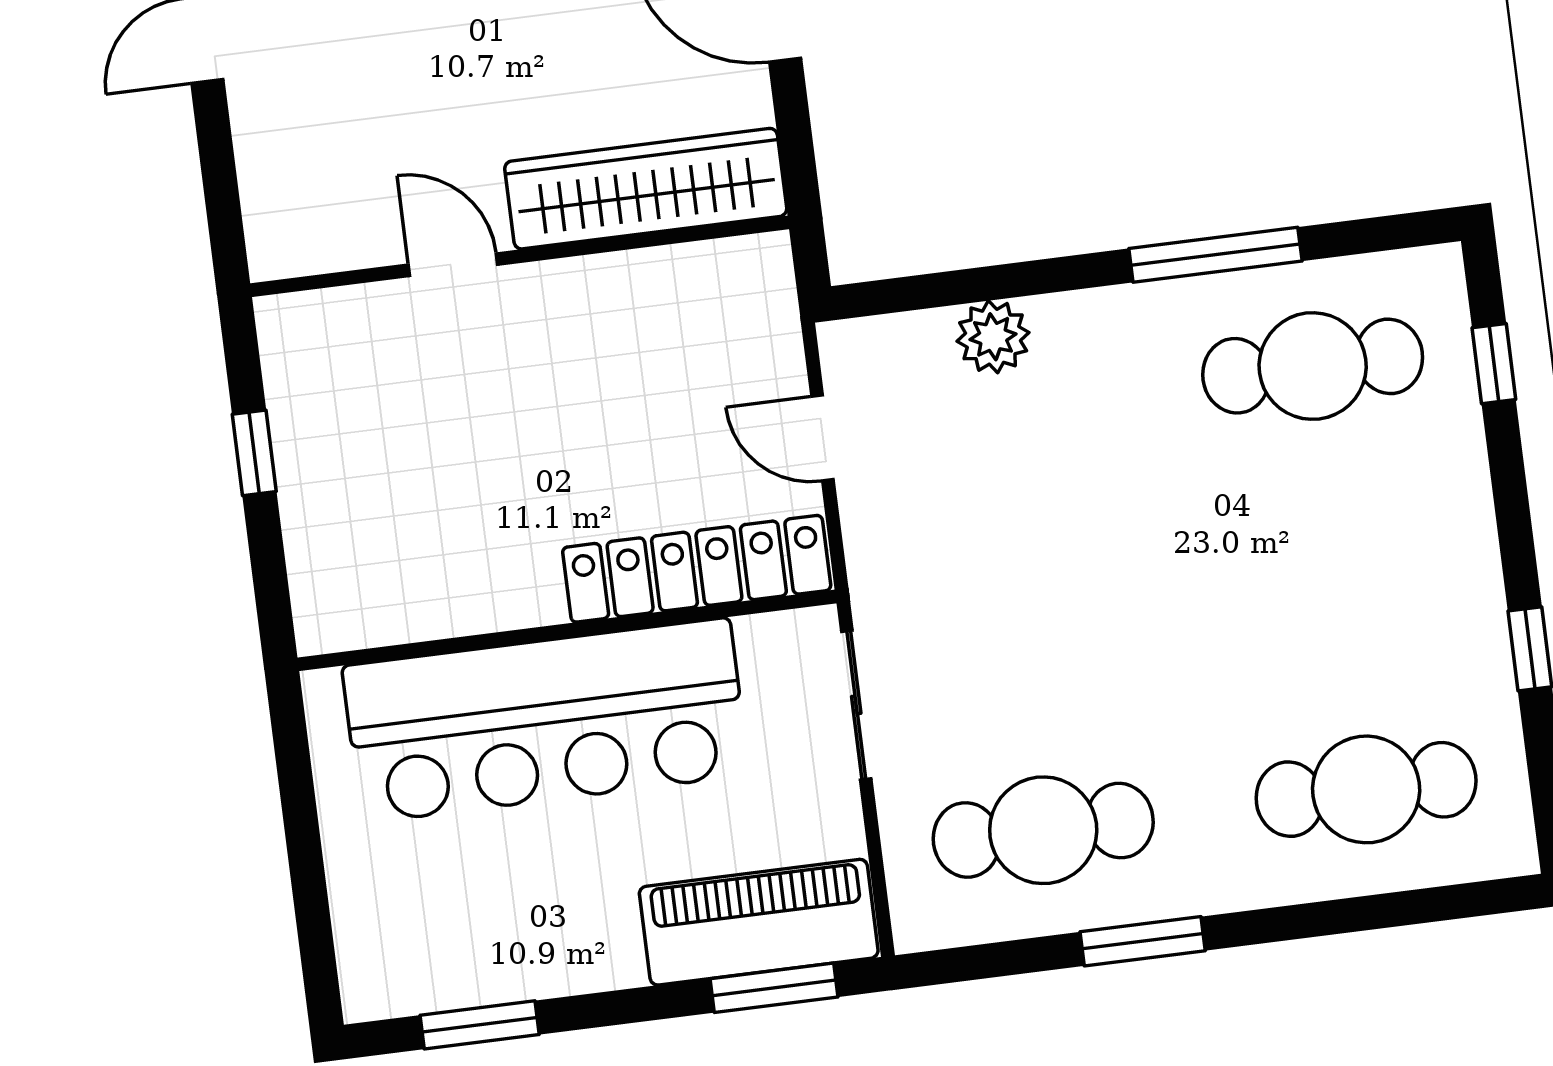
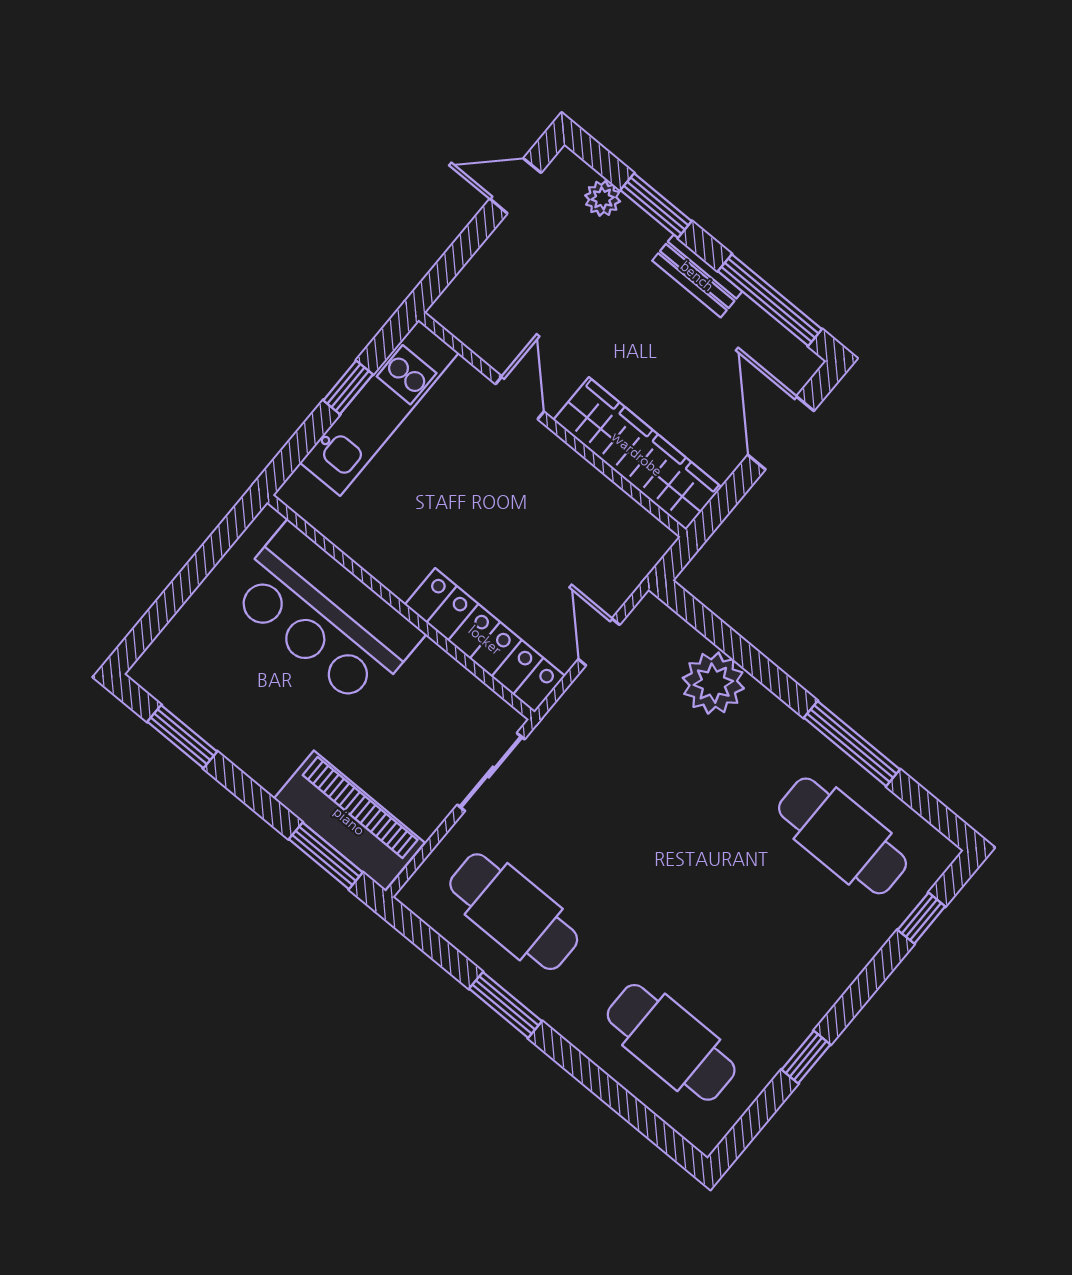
plant: (993, 337) -> (713, 683), width x1.36, depth x1.36
kitchen unit: (312, 439) -> (379, 408), added
bar counter: (546, 720) -> (325, 615), width x0.73

